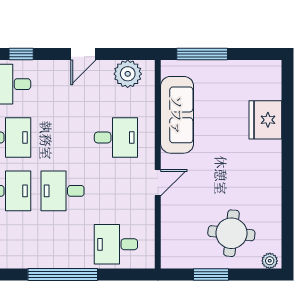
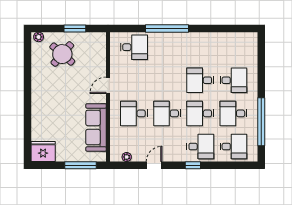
plant: (128, 74) -> (127, 157), width x0.53, depth x0.53
fridge: (265, 120) -> (43, 151), moved, turned -90
desk: (63, 191) -> (167, 113), moved, turned 180
round table: (231, 233) -> (62, 54), turned 35

